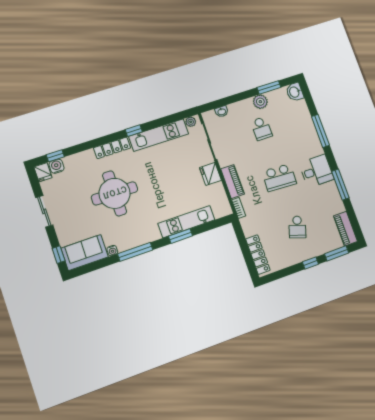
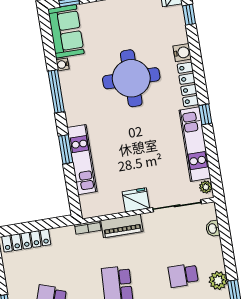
water cooler: (57, 166) -> (182, 53), moved

